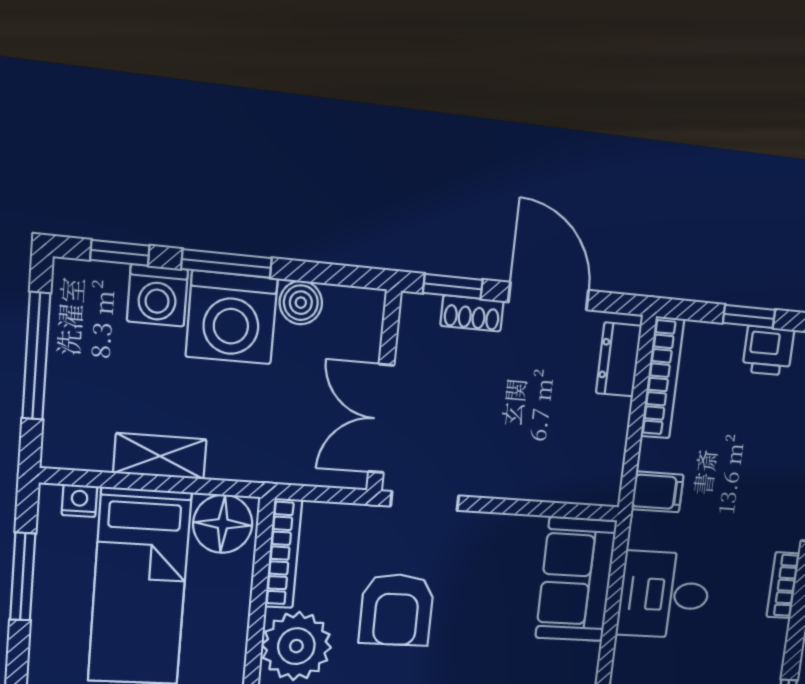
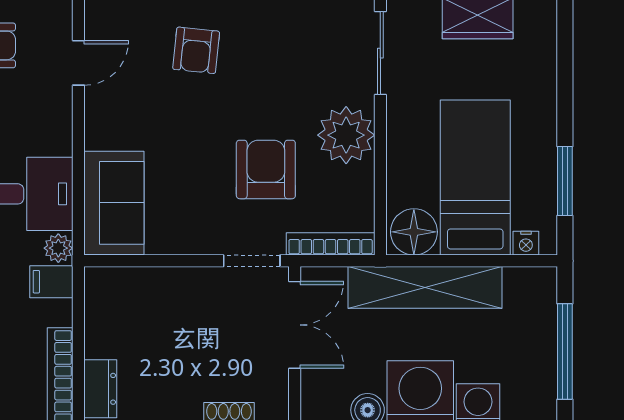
shelving: (160, 456) -> (425, 287), width x2.20, depth x1.33
plant: (645, 531) -> (58, 248), added
bookcase: (283, 553) -> (331, 244), moved, turned 90

